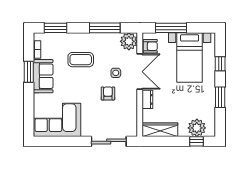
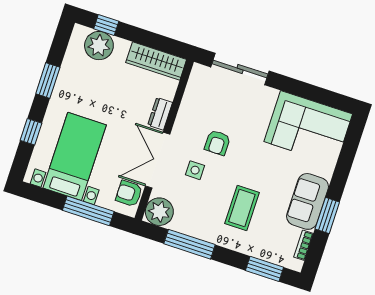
coffee table: (81, 60) -> (242, 208), turned 90

